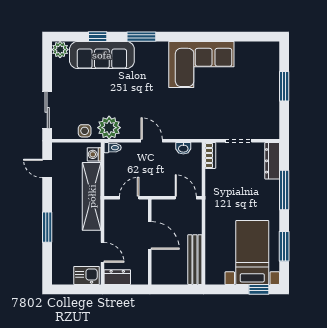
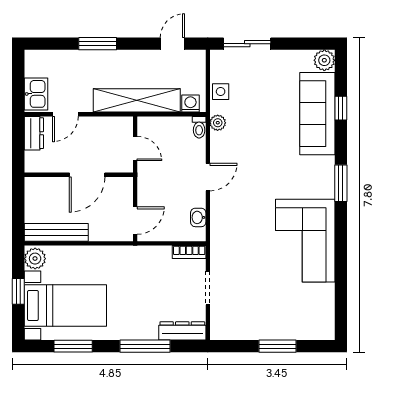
window: (141, 37) -> (341, 183), moved
plant: (109, 128) -> (218, 123), width x0.53, depth x0.53
plant: (215, 276) -> (35, 259), added
window: (259, 289) -> (18, 291), moved

